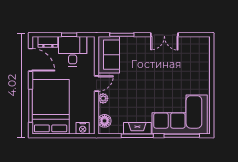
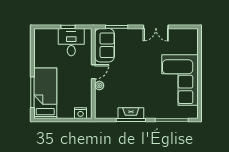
dresser: (48, 42) -> (48, 33), removed
door: (30, 60) -> (32, 50), removed
bed: (51, 107) -> (45, 93), width x0.67
corner sofa: (180, 115) -> (180, 80), moved, turned -90
floor lamp: (105, 121) -> (101, 106), removed

